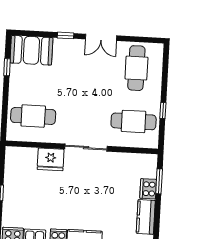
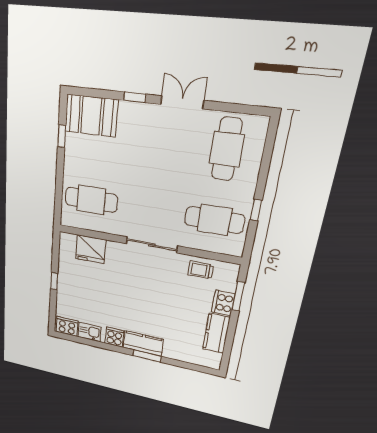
double door: (101, 37) -> (182, 102), swing flipped
fridge: (51, 159) -> (91, 249), moved
trolley: (127, 163) -> (201, 270), added

